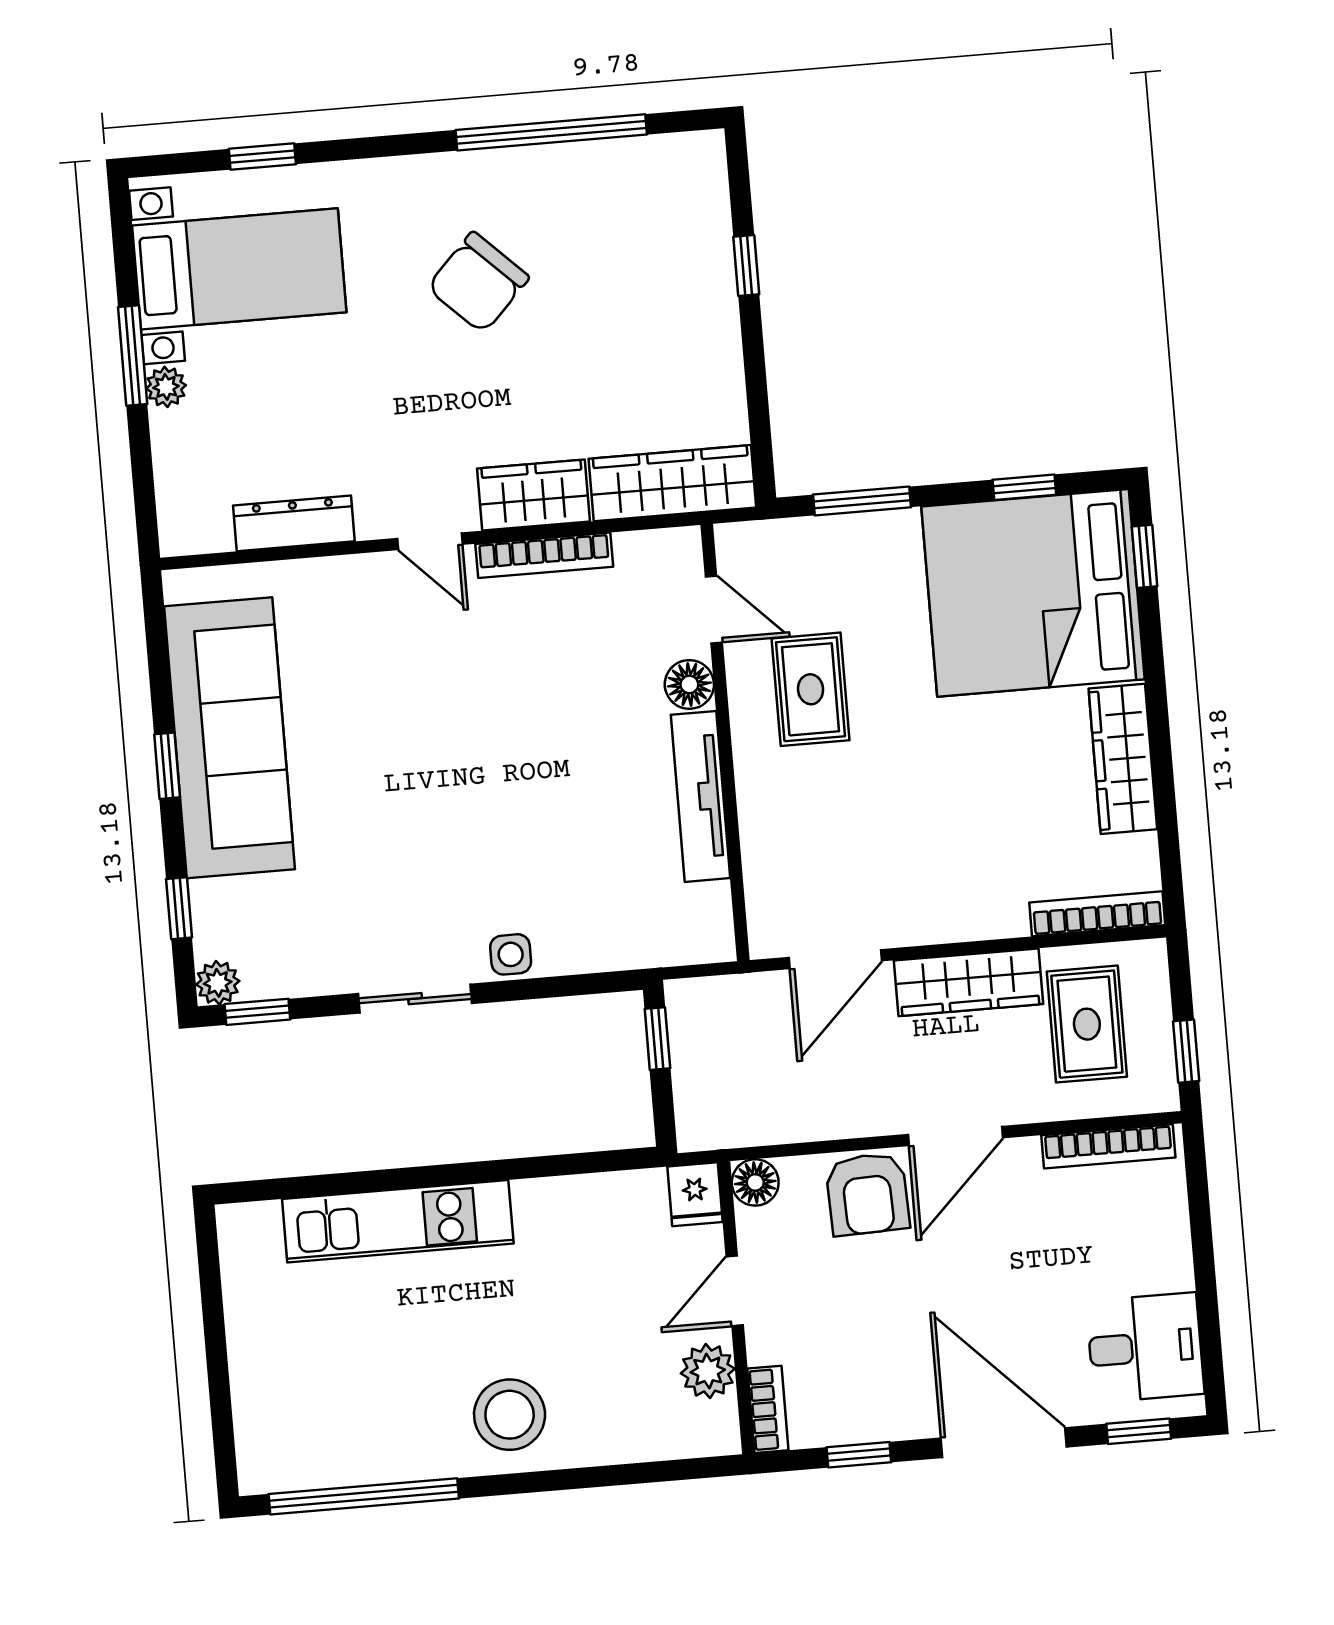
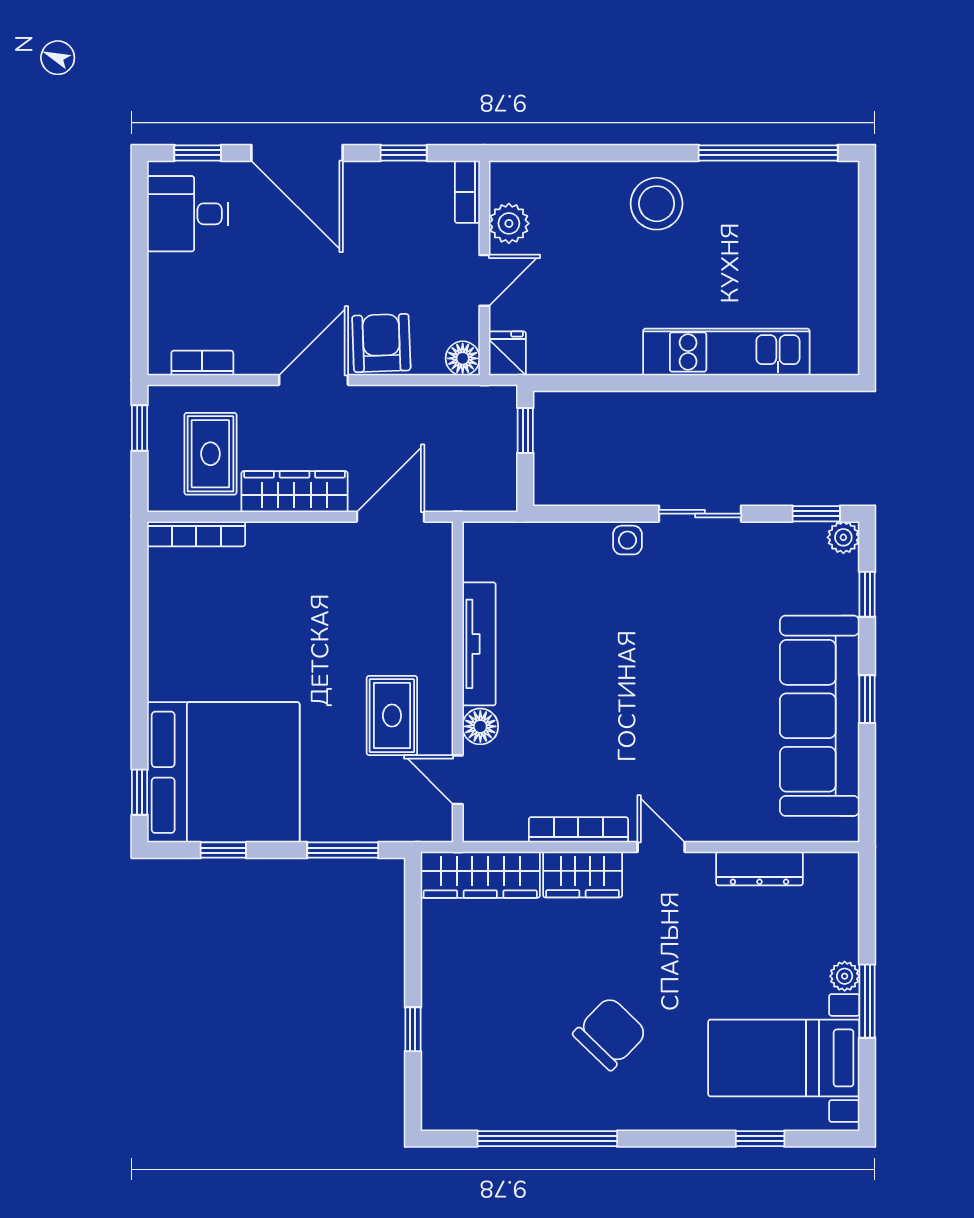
wardrobe: (1123, 759) -> (168, 646), removed
window: (657, 1039) -> (525, 430), moved
bookcase: (1108, 1146) -> (202, 363), width x0.64

